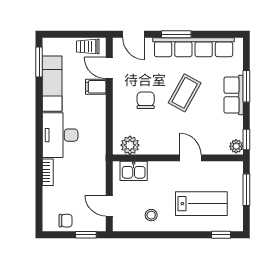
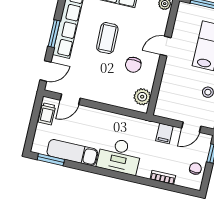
filing cabinet: (96, 87) -> (164, 133), moved
coffee table: (185, 93) -> (107, 38), turned 60
chair: (146, 100) -> (133, 65), moved, turned -90
kitchen sink: (134, 171) -> (166, 99), removed
bookcase: (48, 172) -> (163, 177), moved

